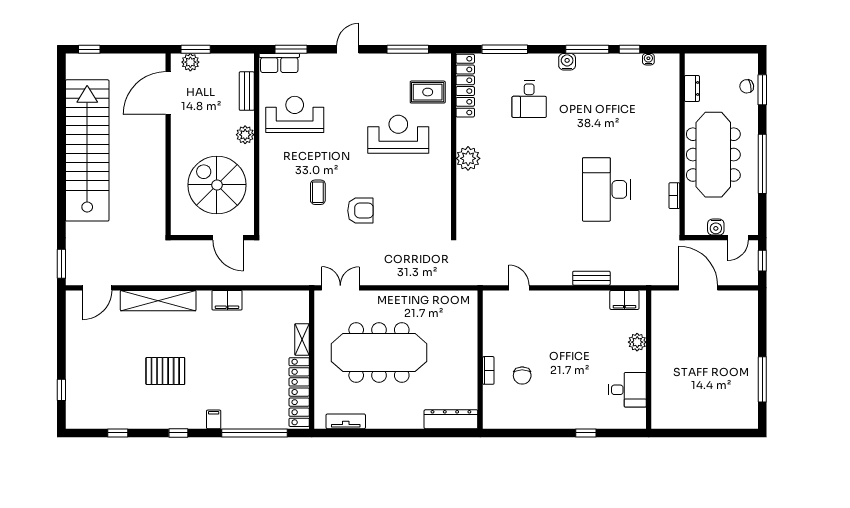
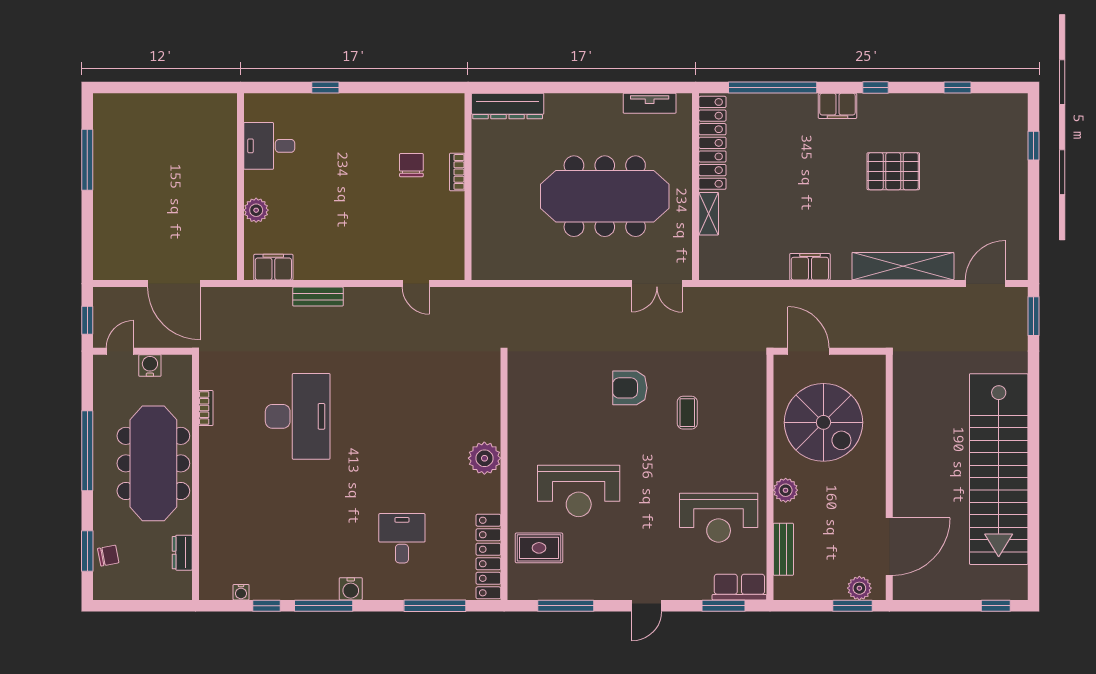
filing cabinet: (214, 419) -> (837, 106), width x2.00

